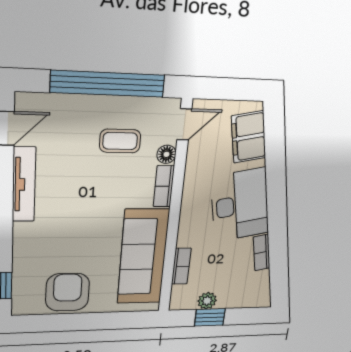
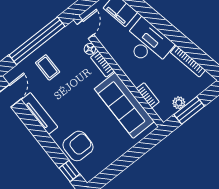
coffee table: (120, 141) -> (48, 67), moved, turned 90
bookcase: (262, 253) -> (188, 61), width x1.56
armchair: (67, 292) -> (78, 146), moved, turned 90
window: (210, 317) -> (189, 110), width x1.50

